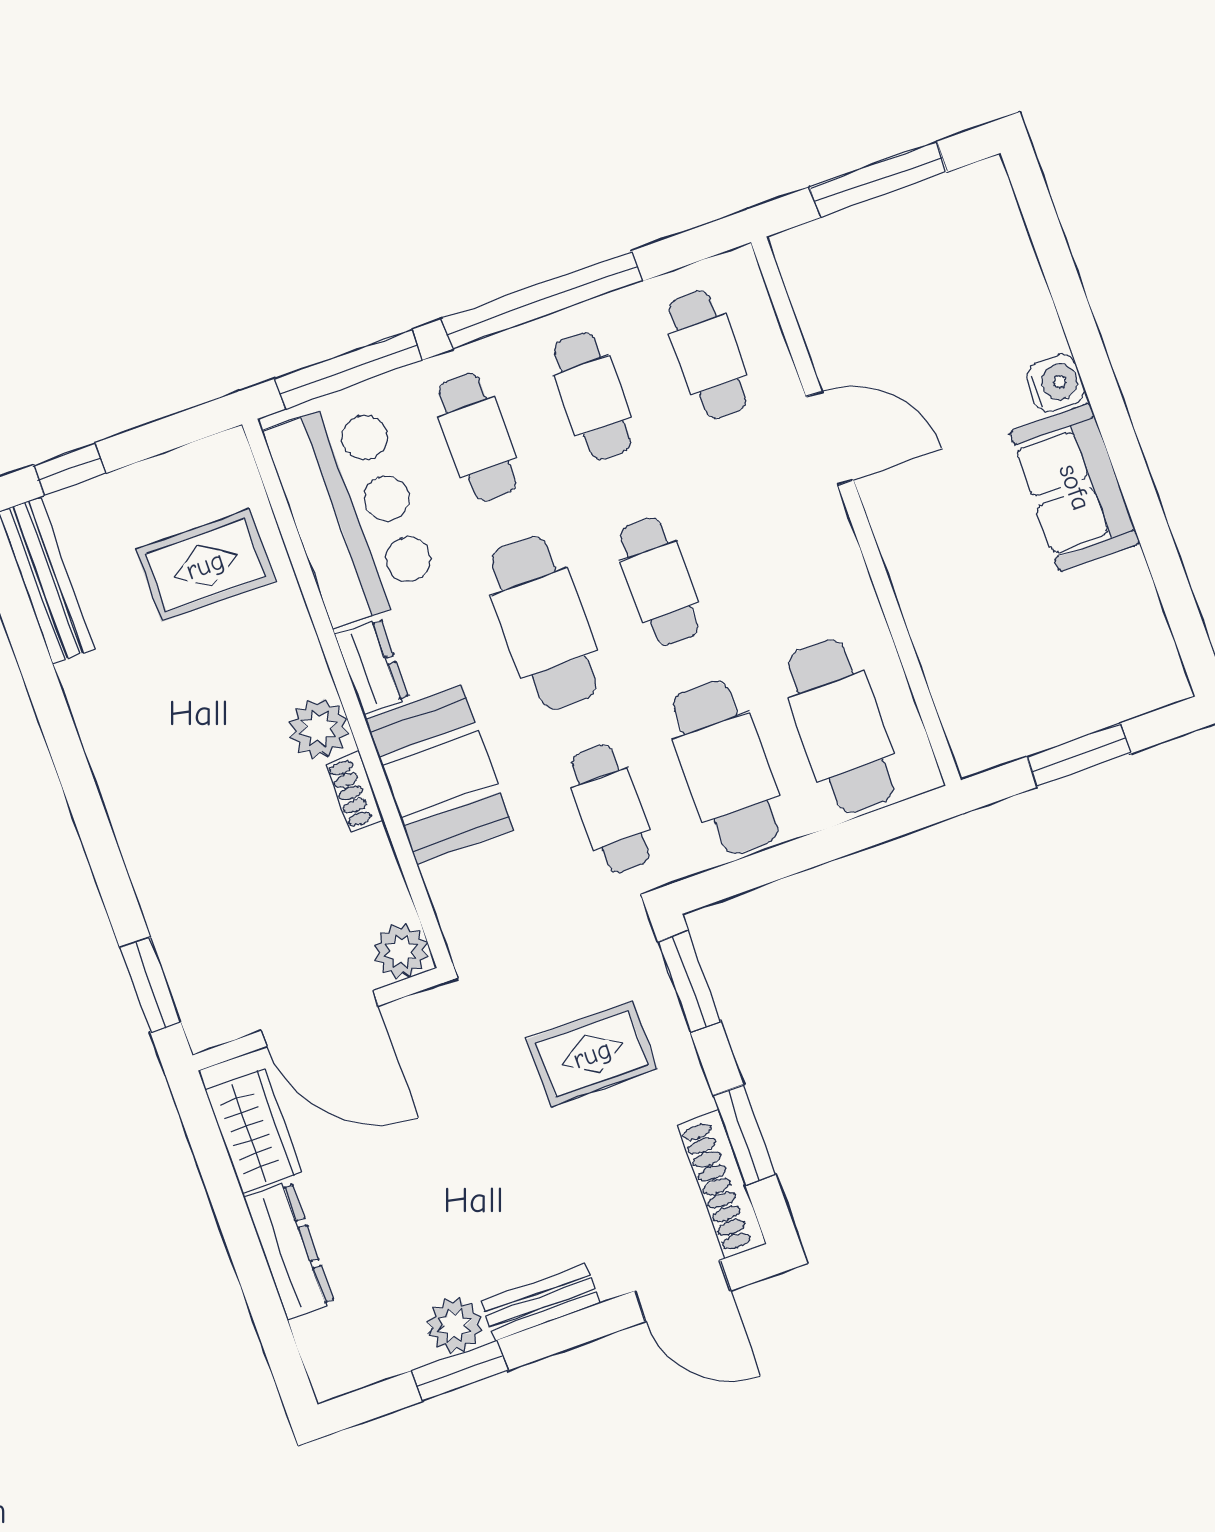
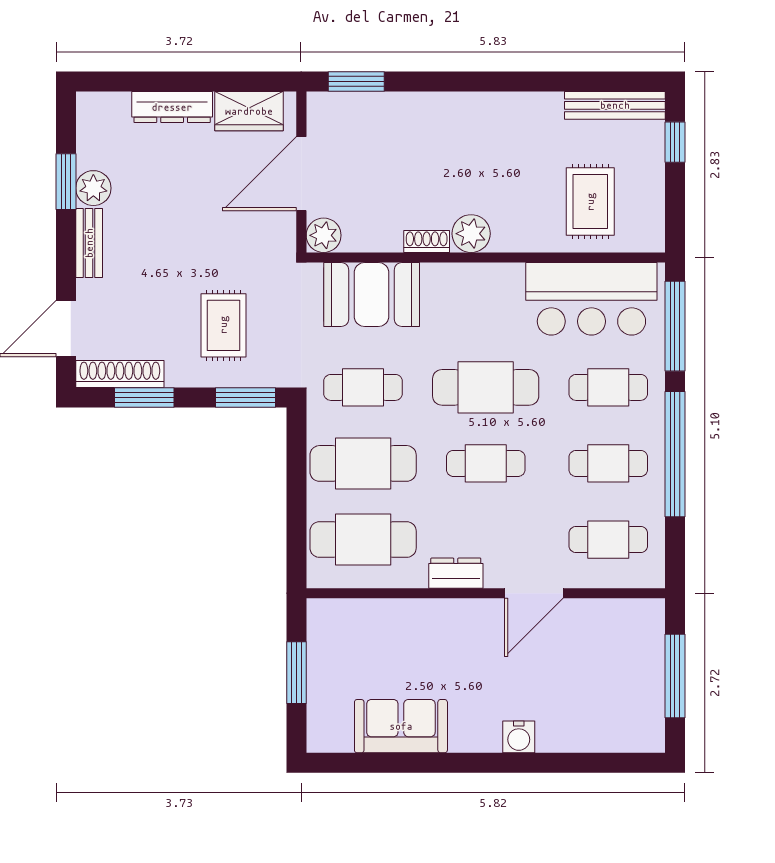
sofa: (1075, 487) -> (401, 726), moved
dresser: (372, 666) -> (456, 573), moved, turned 180
booth: (439, 775) -> (372, 295), moved

